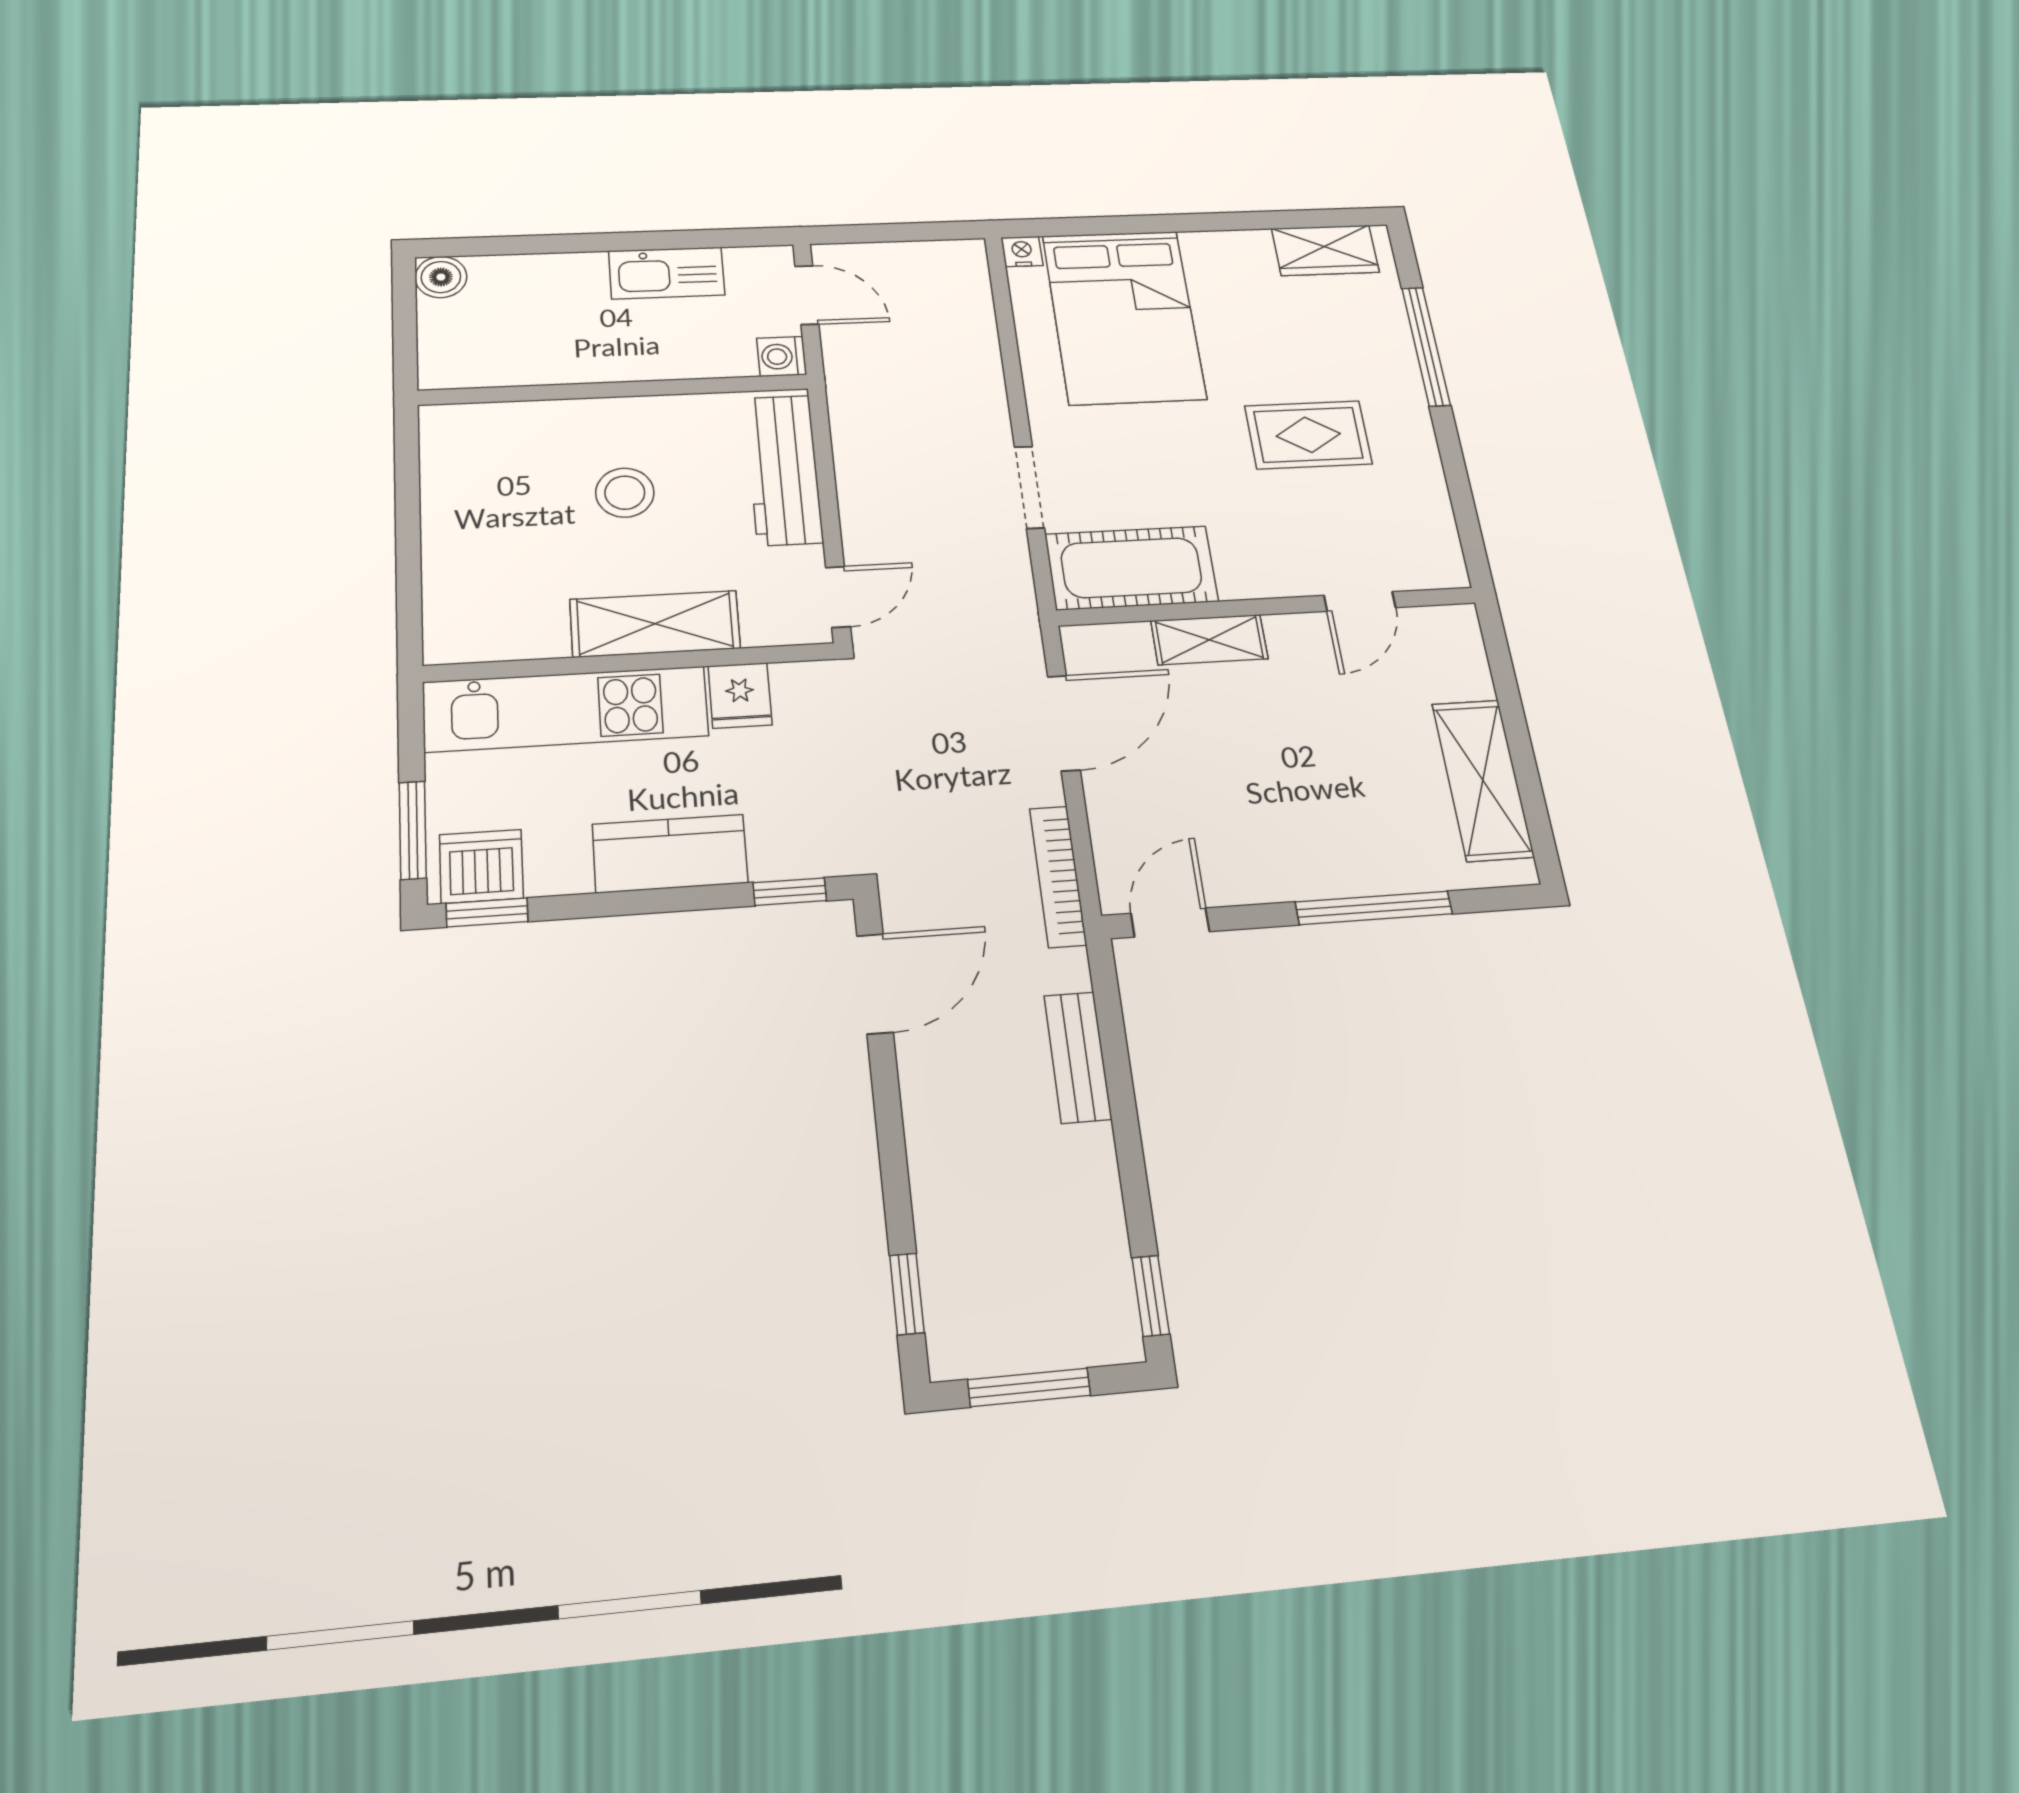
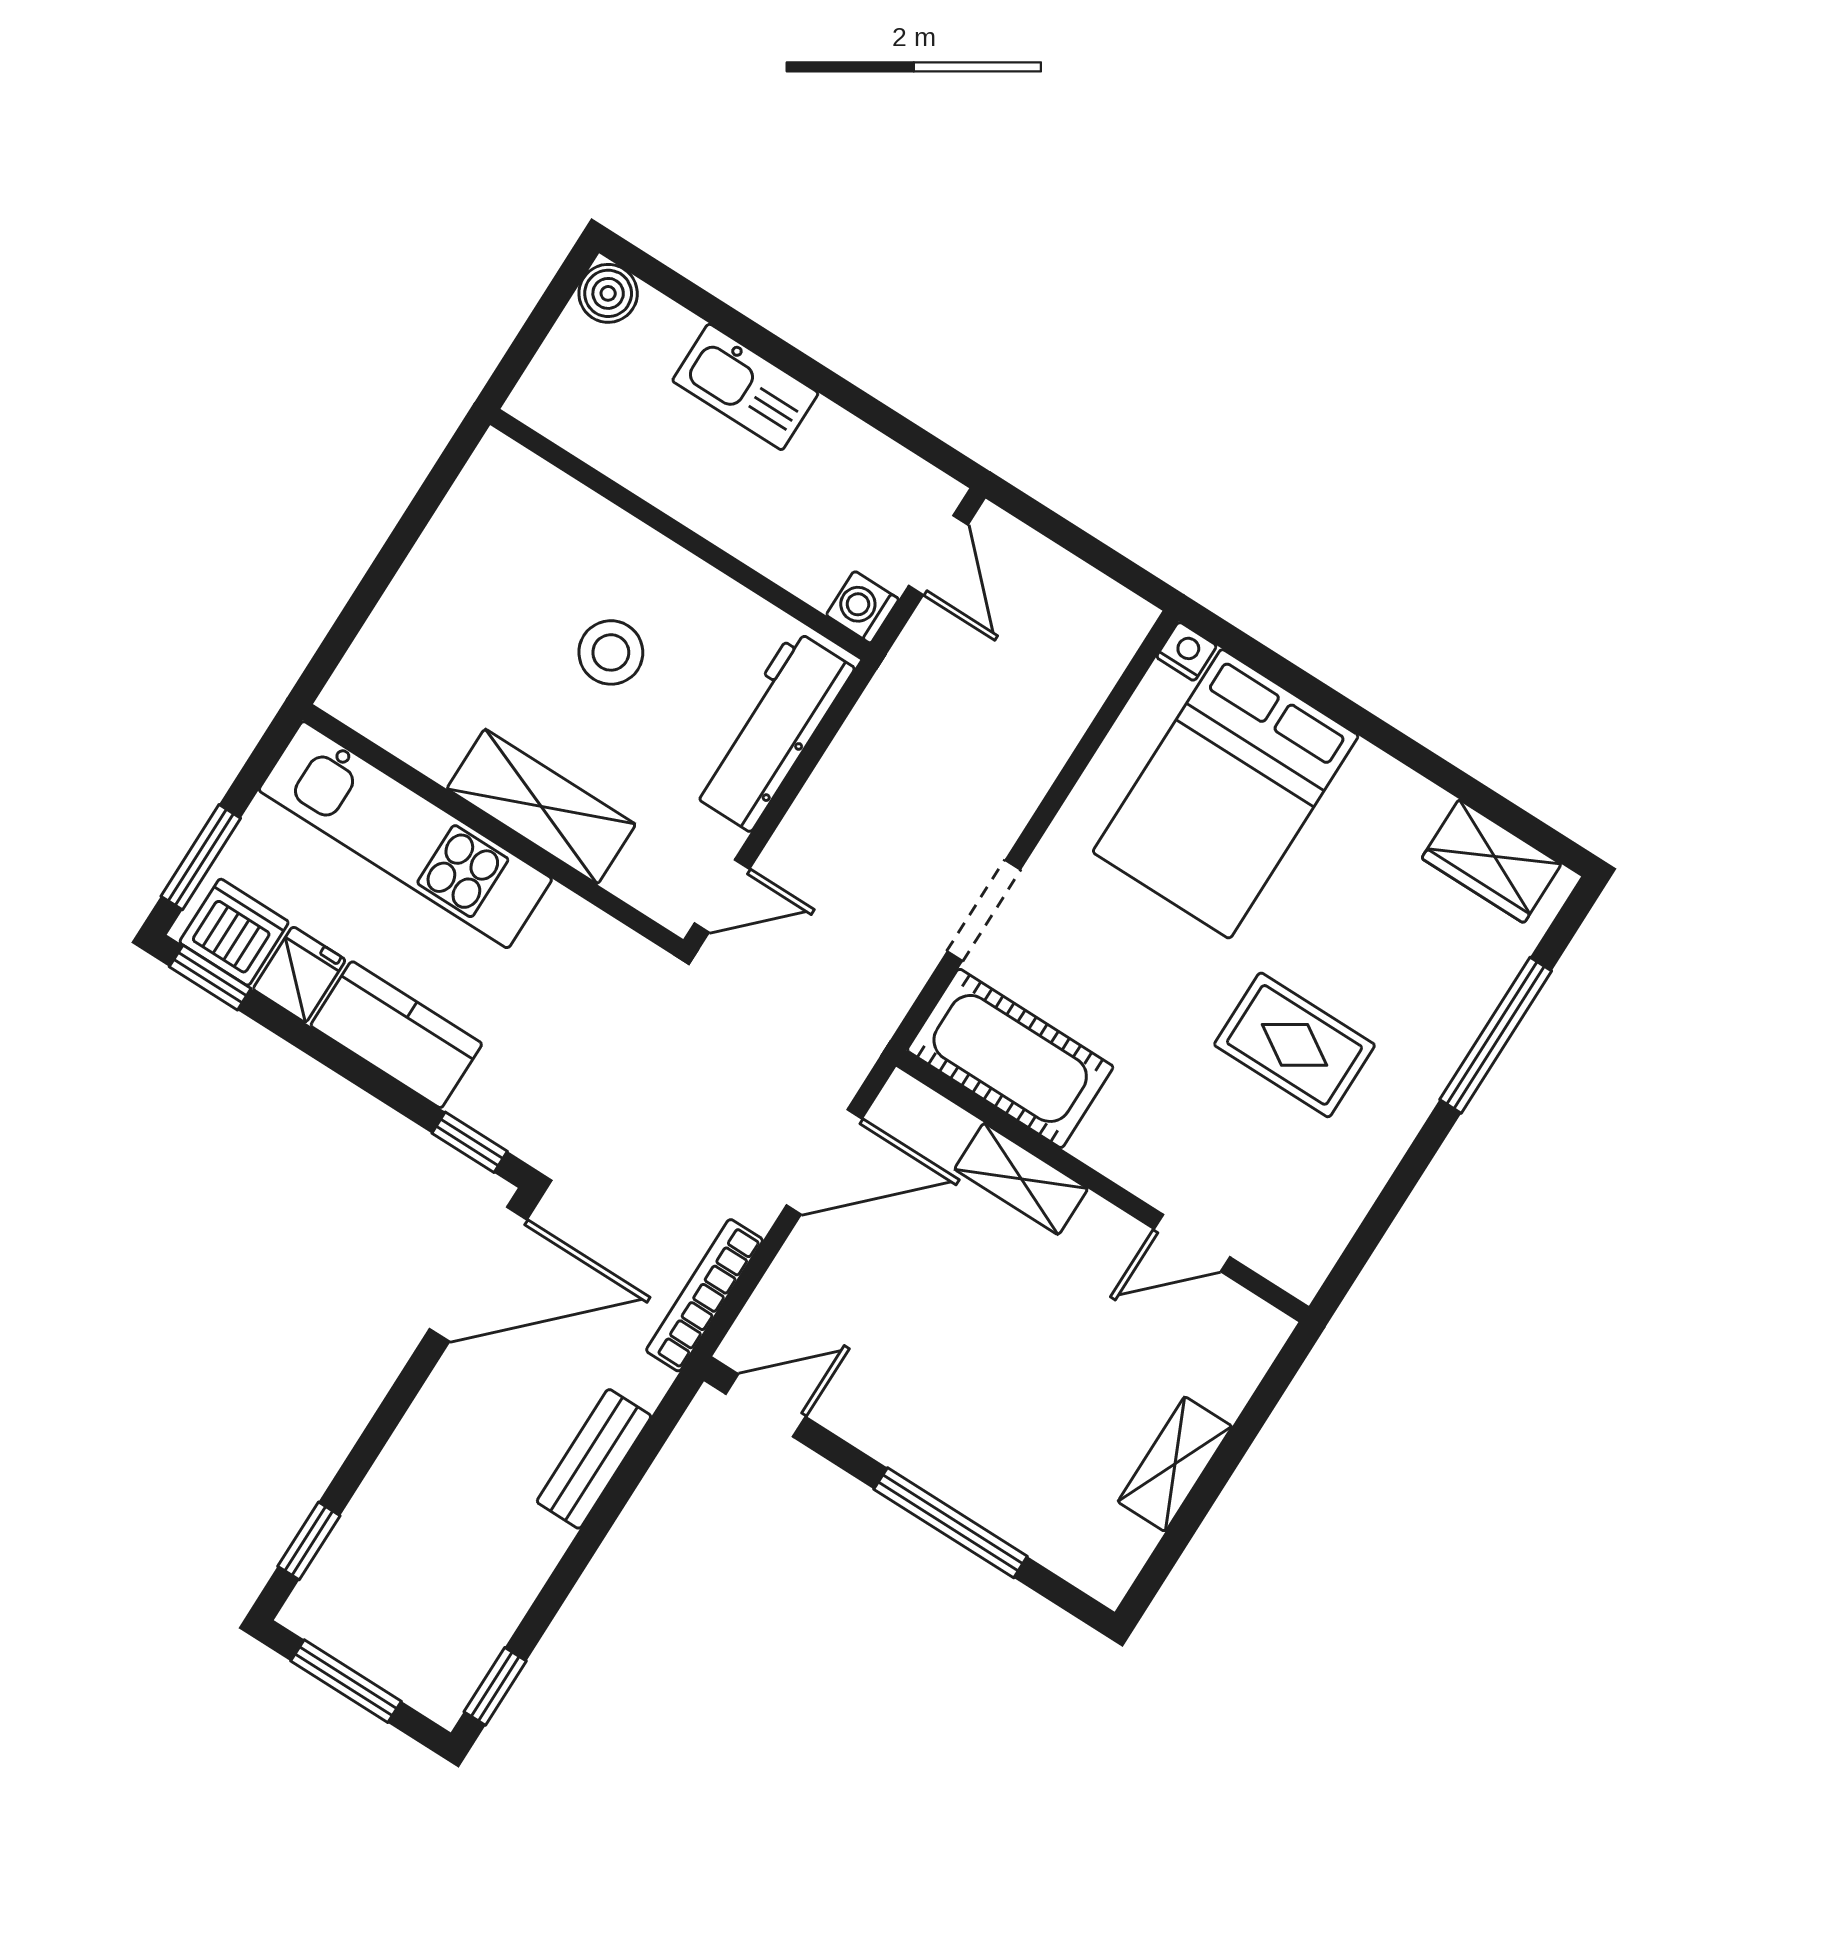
kitchen sink: (667, 273) -> (745, 387), moved
fridge: (740, 695) -> (299, 974), moved, turned 180
shelving: (1483, 780) -> (1175, 1464), width x0.67, depth x0.75
door: (875, 984) -> (478, 1274), width x1.36

